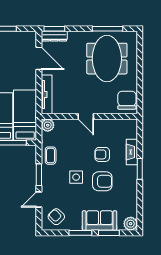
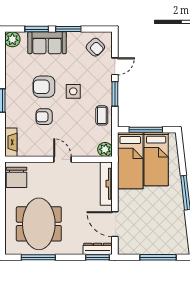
fireplace: (132, 152) -> (11, 142), moved
armchair: (102, 154) -> (44, 117), turned 180

